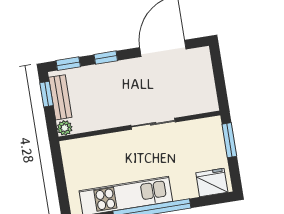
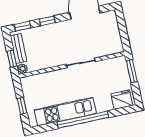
window: (47, 94) -> (12, 59), moved
window: (61, 184) -> (22, 106), added

